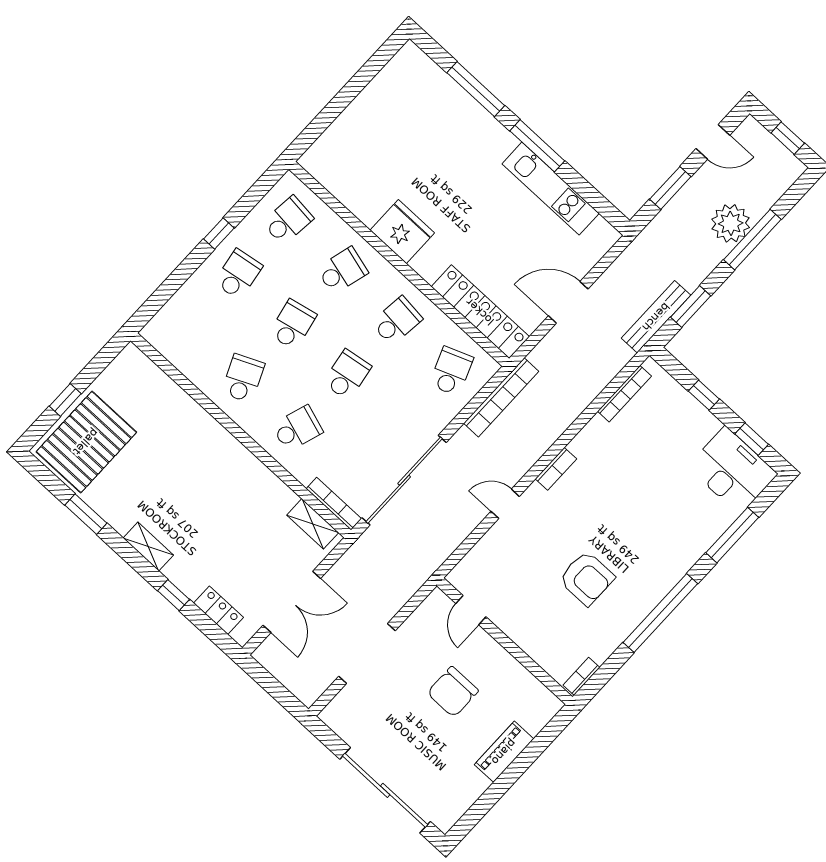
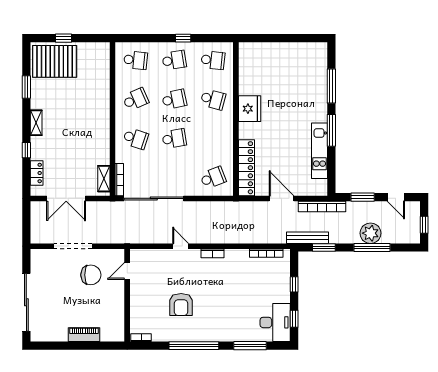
school desk: (397, 321) -> (135, 60), moved
bookcase: (501, 397) -> (322, 206), moved
chair: (453, 692) -> (91, 275), moved, turned 180

